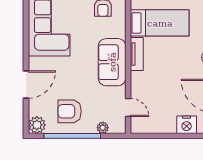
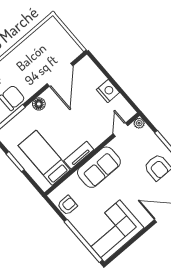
nightstand: (187, 125) -> (108, 91), moved
plant: (103, 128) -> (139, 123), moved

